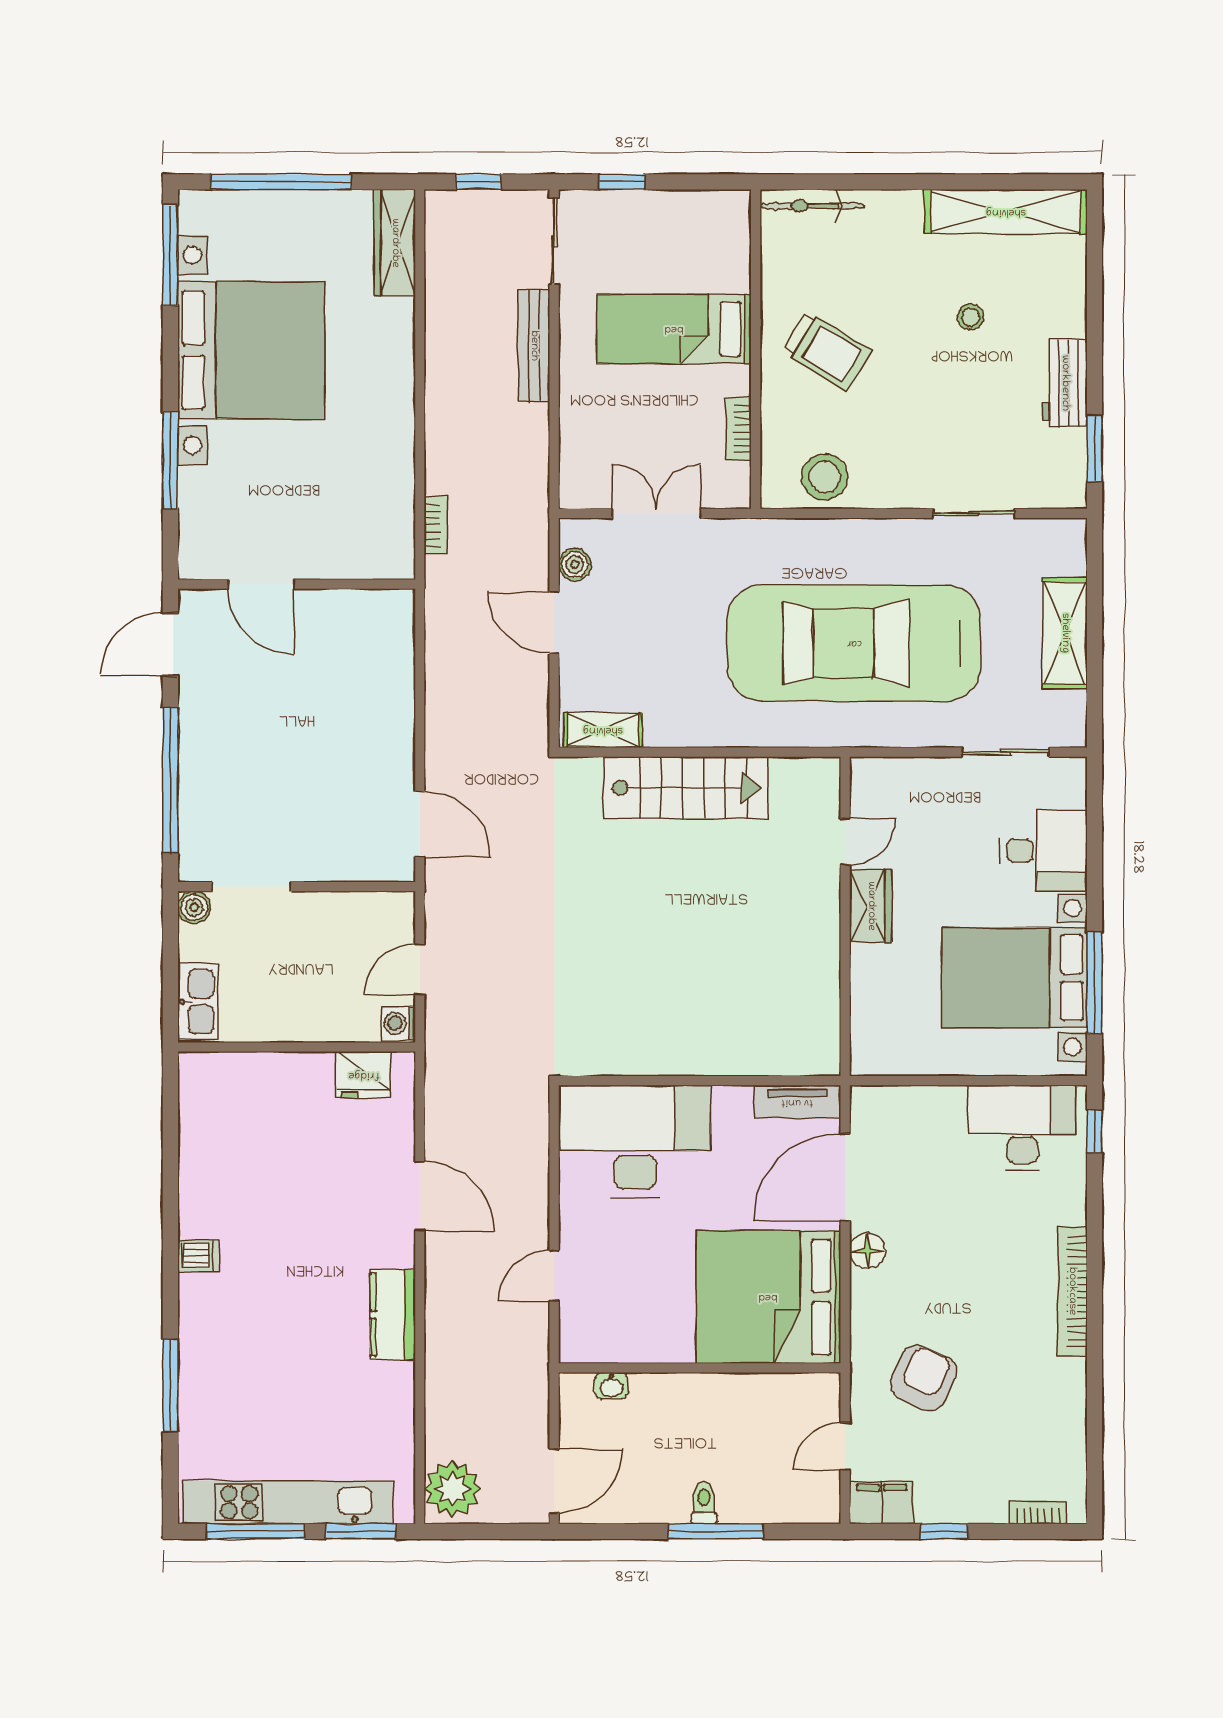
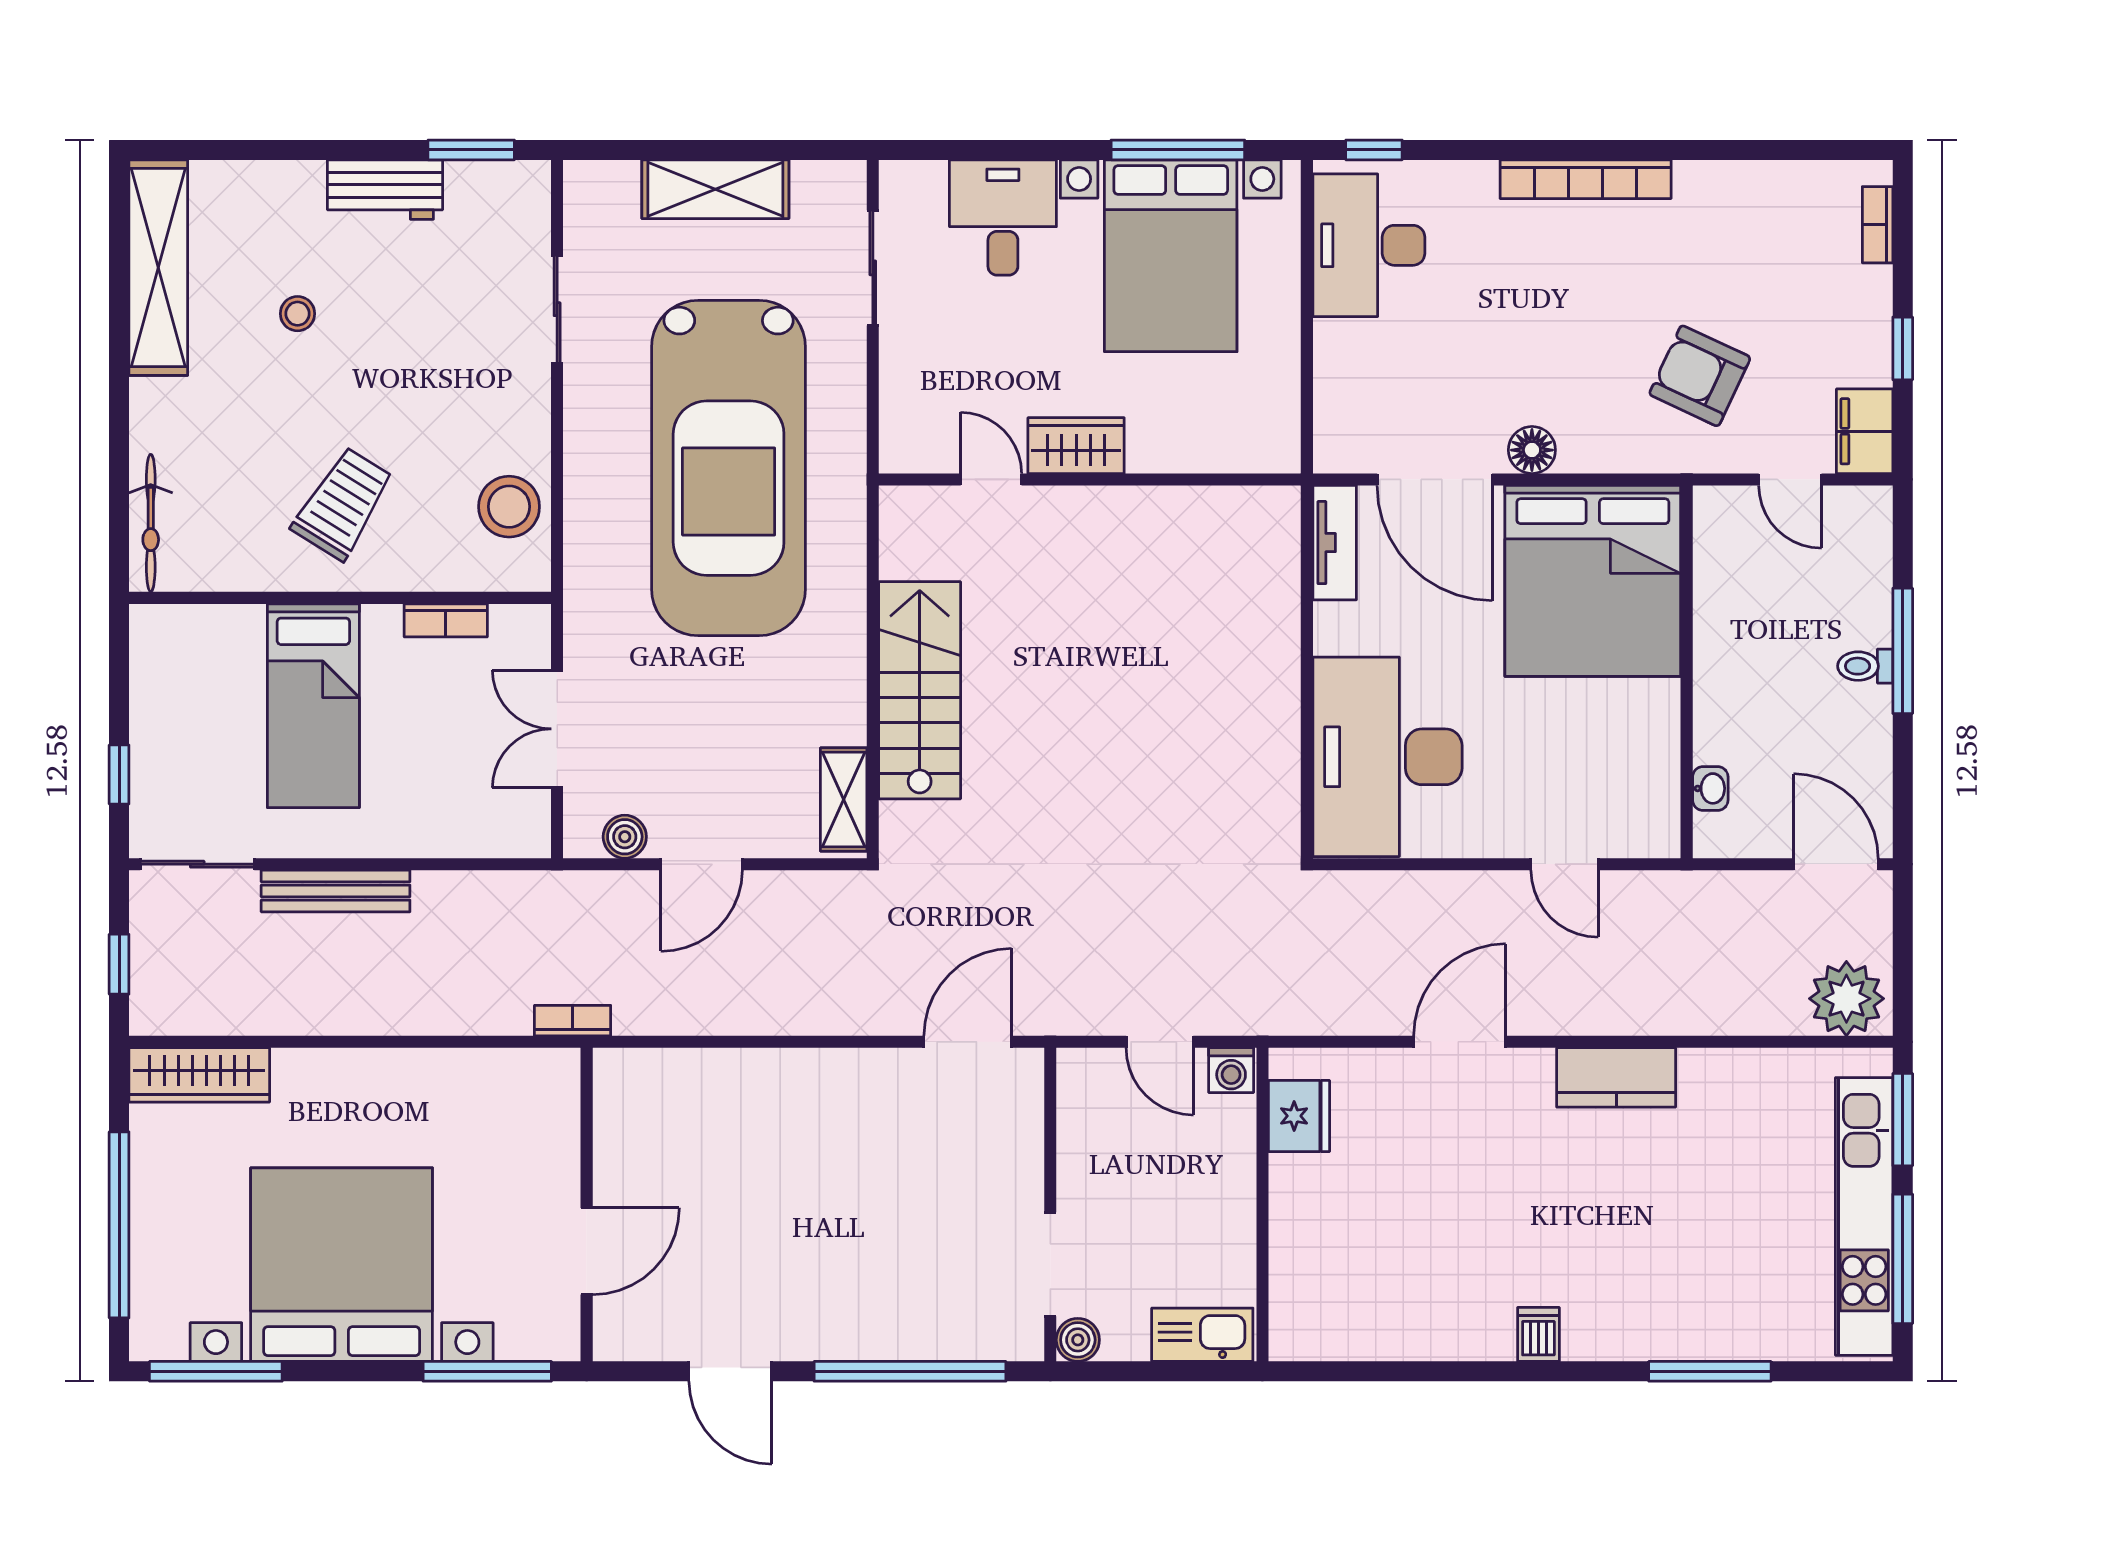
door: (261, 584) -> (587, 1251), moved
wall: (297, 584) -> (587, 1205), moved

